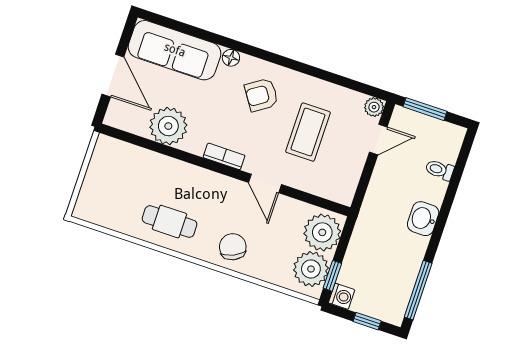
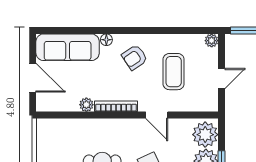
plant: (168, 126) -> (86, 105), width x0.53, depth x0.53
door: (378, 140) -> (222, 78), moved
bookcase: (224, 156) -> (116, 106), width x1.56

